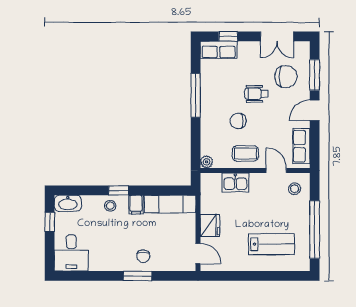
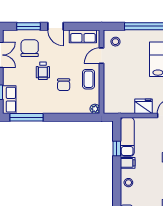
window: (196, 95) -> (27, 117), moved
kitchen sink: (235, 183) -> (111, 87), removed
window: (119, 190) -> (117, 149), moved

